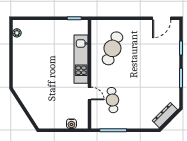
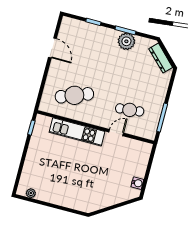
door: (162, 18) -> (52, 48), moved
cafe table: (112, 48) -> (74, 95), turned -42
plant: (172, 81) -> (126, 41), added
water cooler: (71, 124) -> (137, 183), moved

